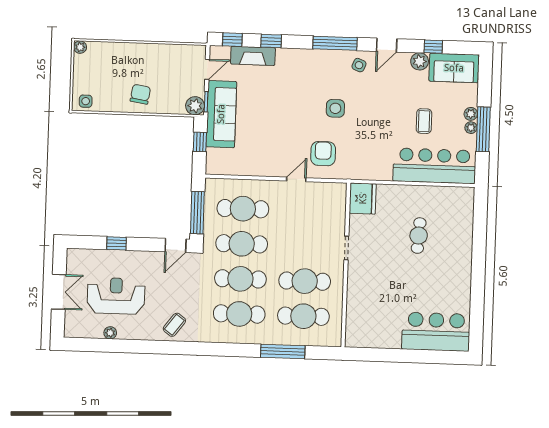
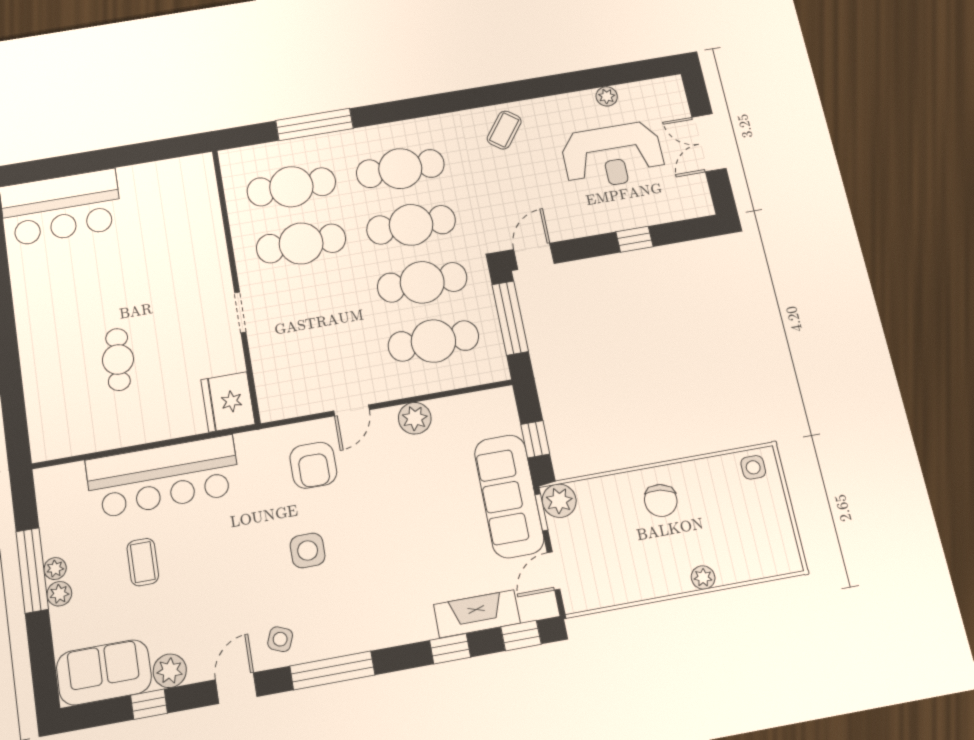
plant: (80, 47) -> (703, 577), moved
bar counter: (434, 166) -> (163, 477), moved
plant: (263, 168) -> (415, 418), added

